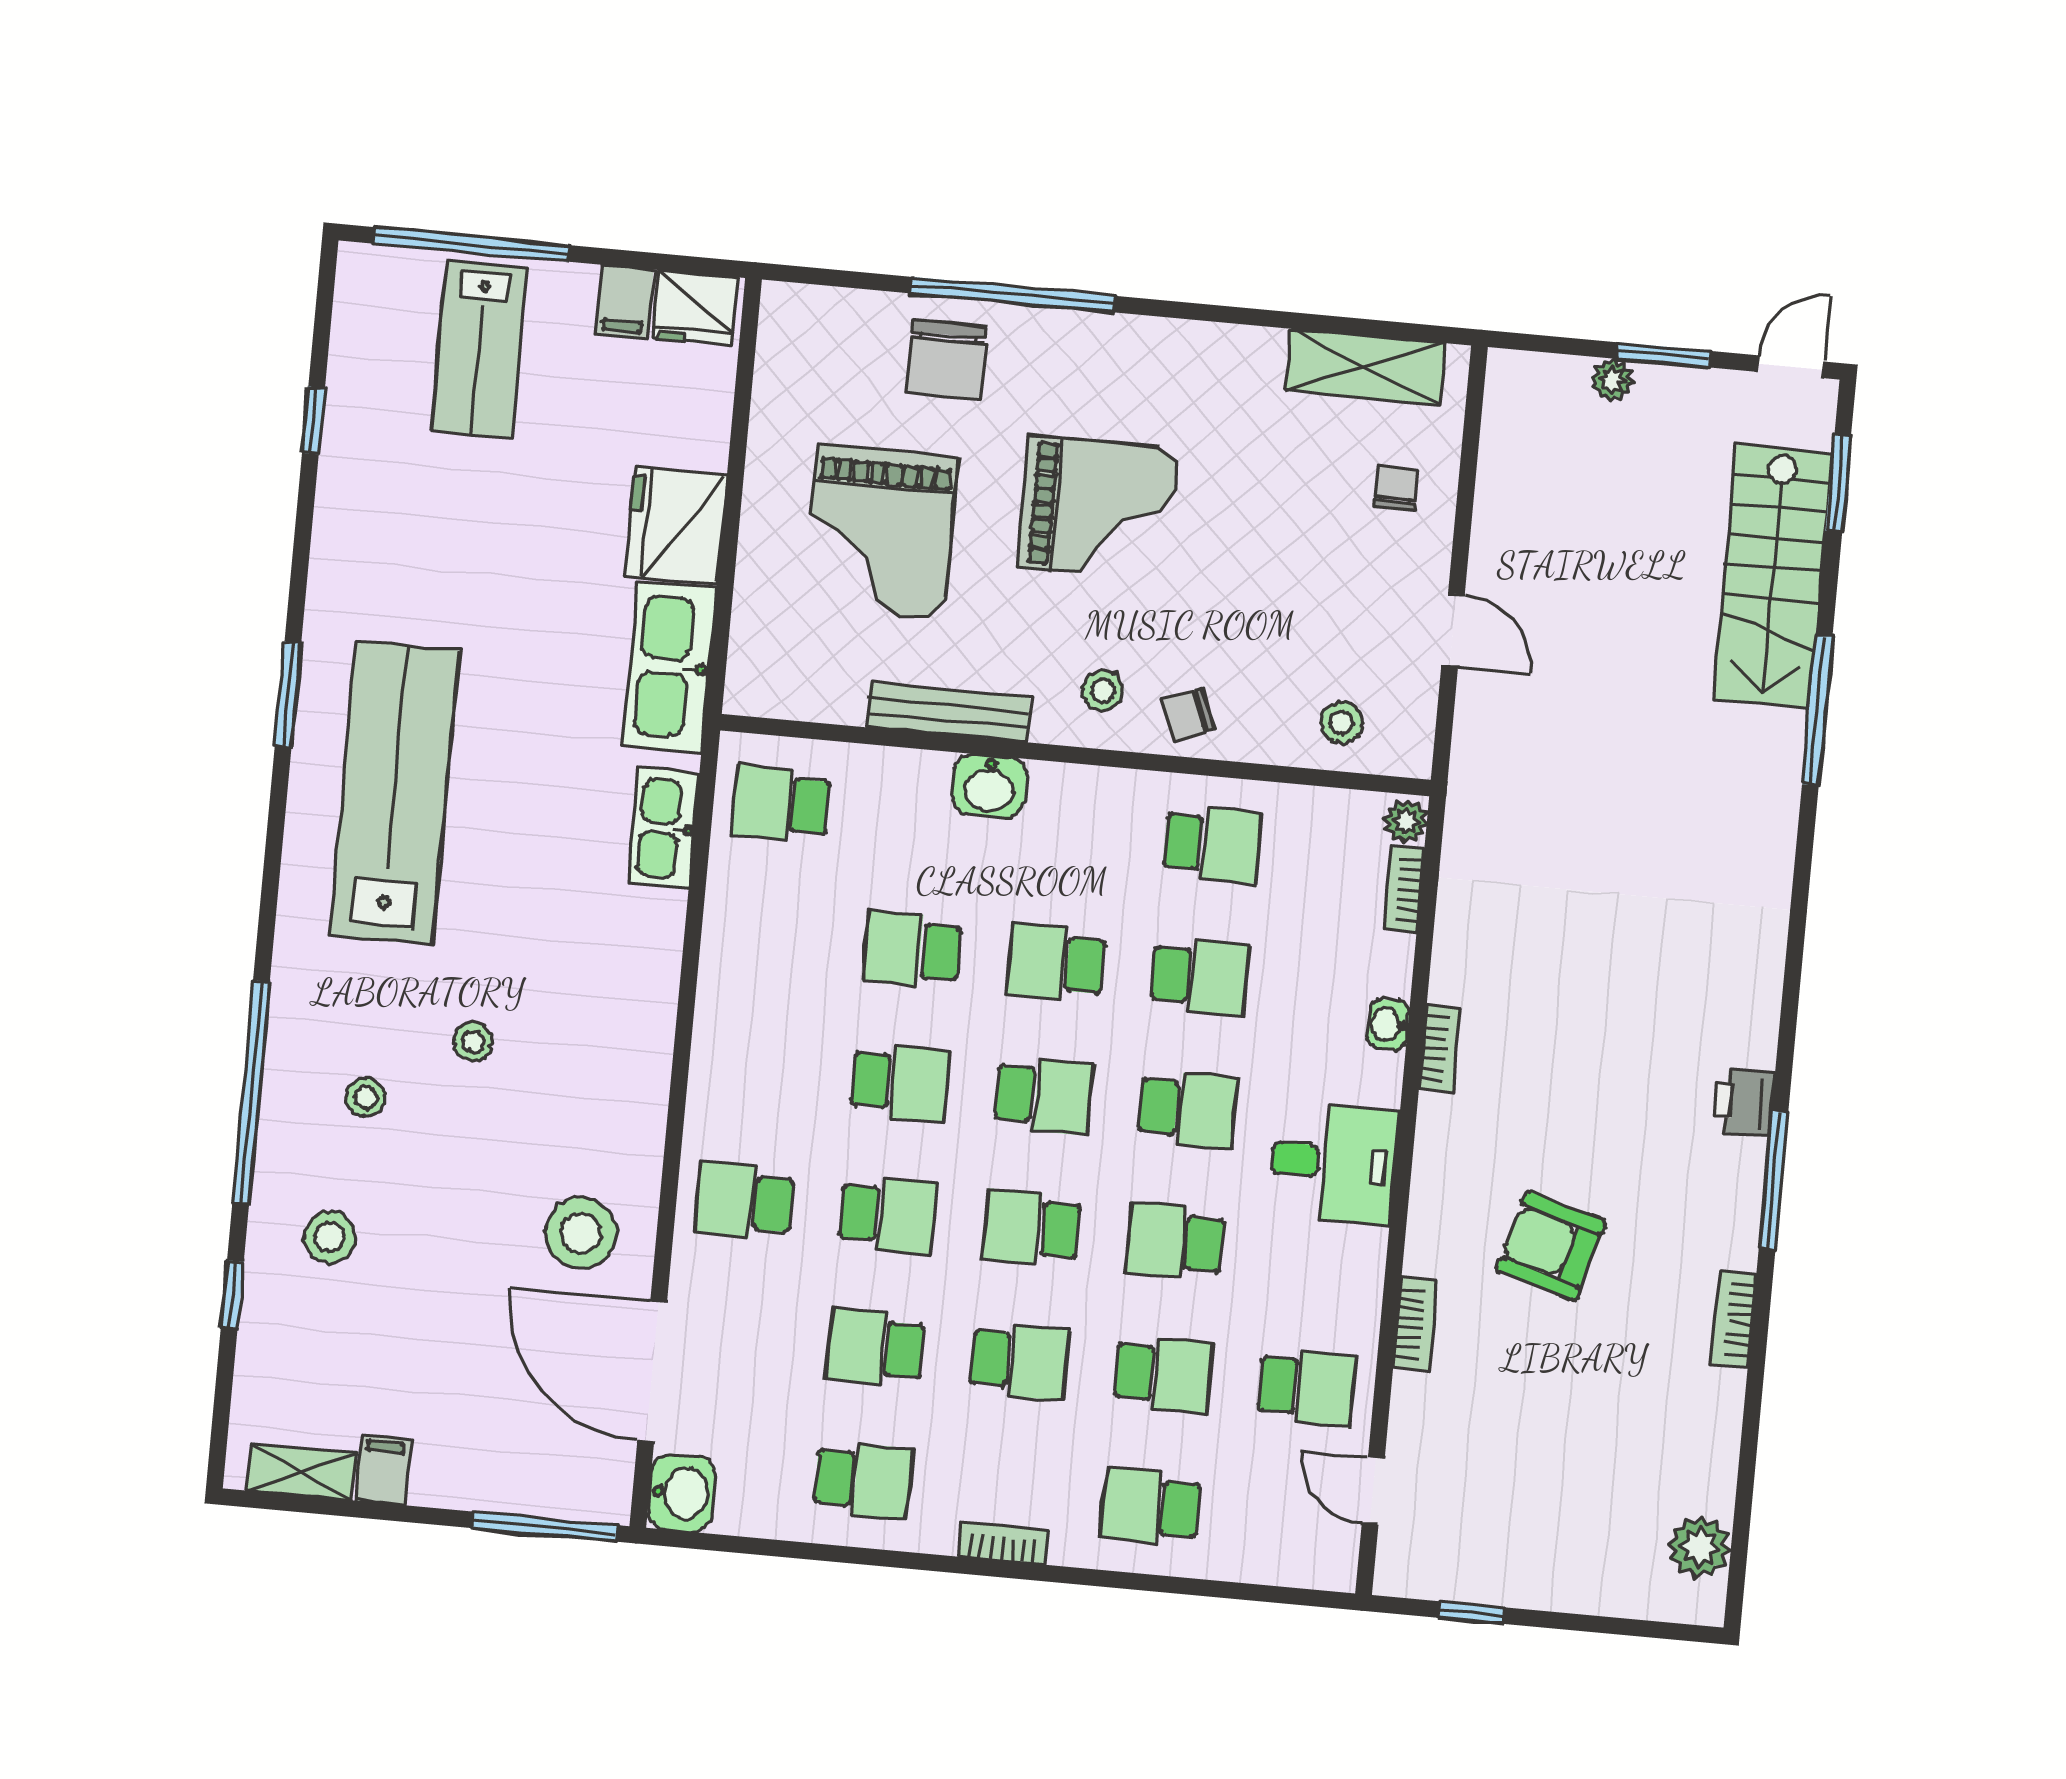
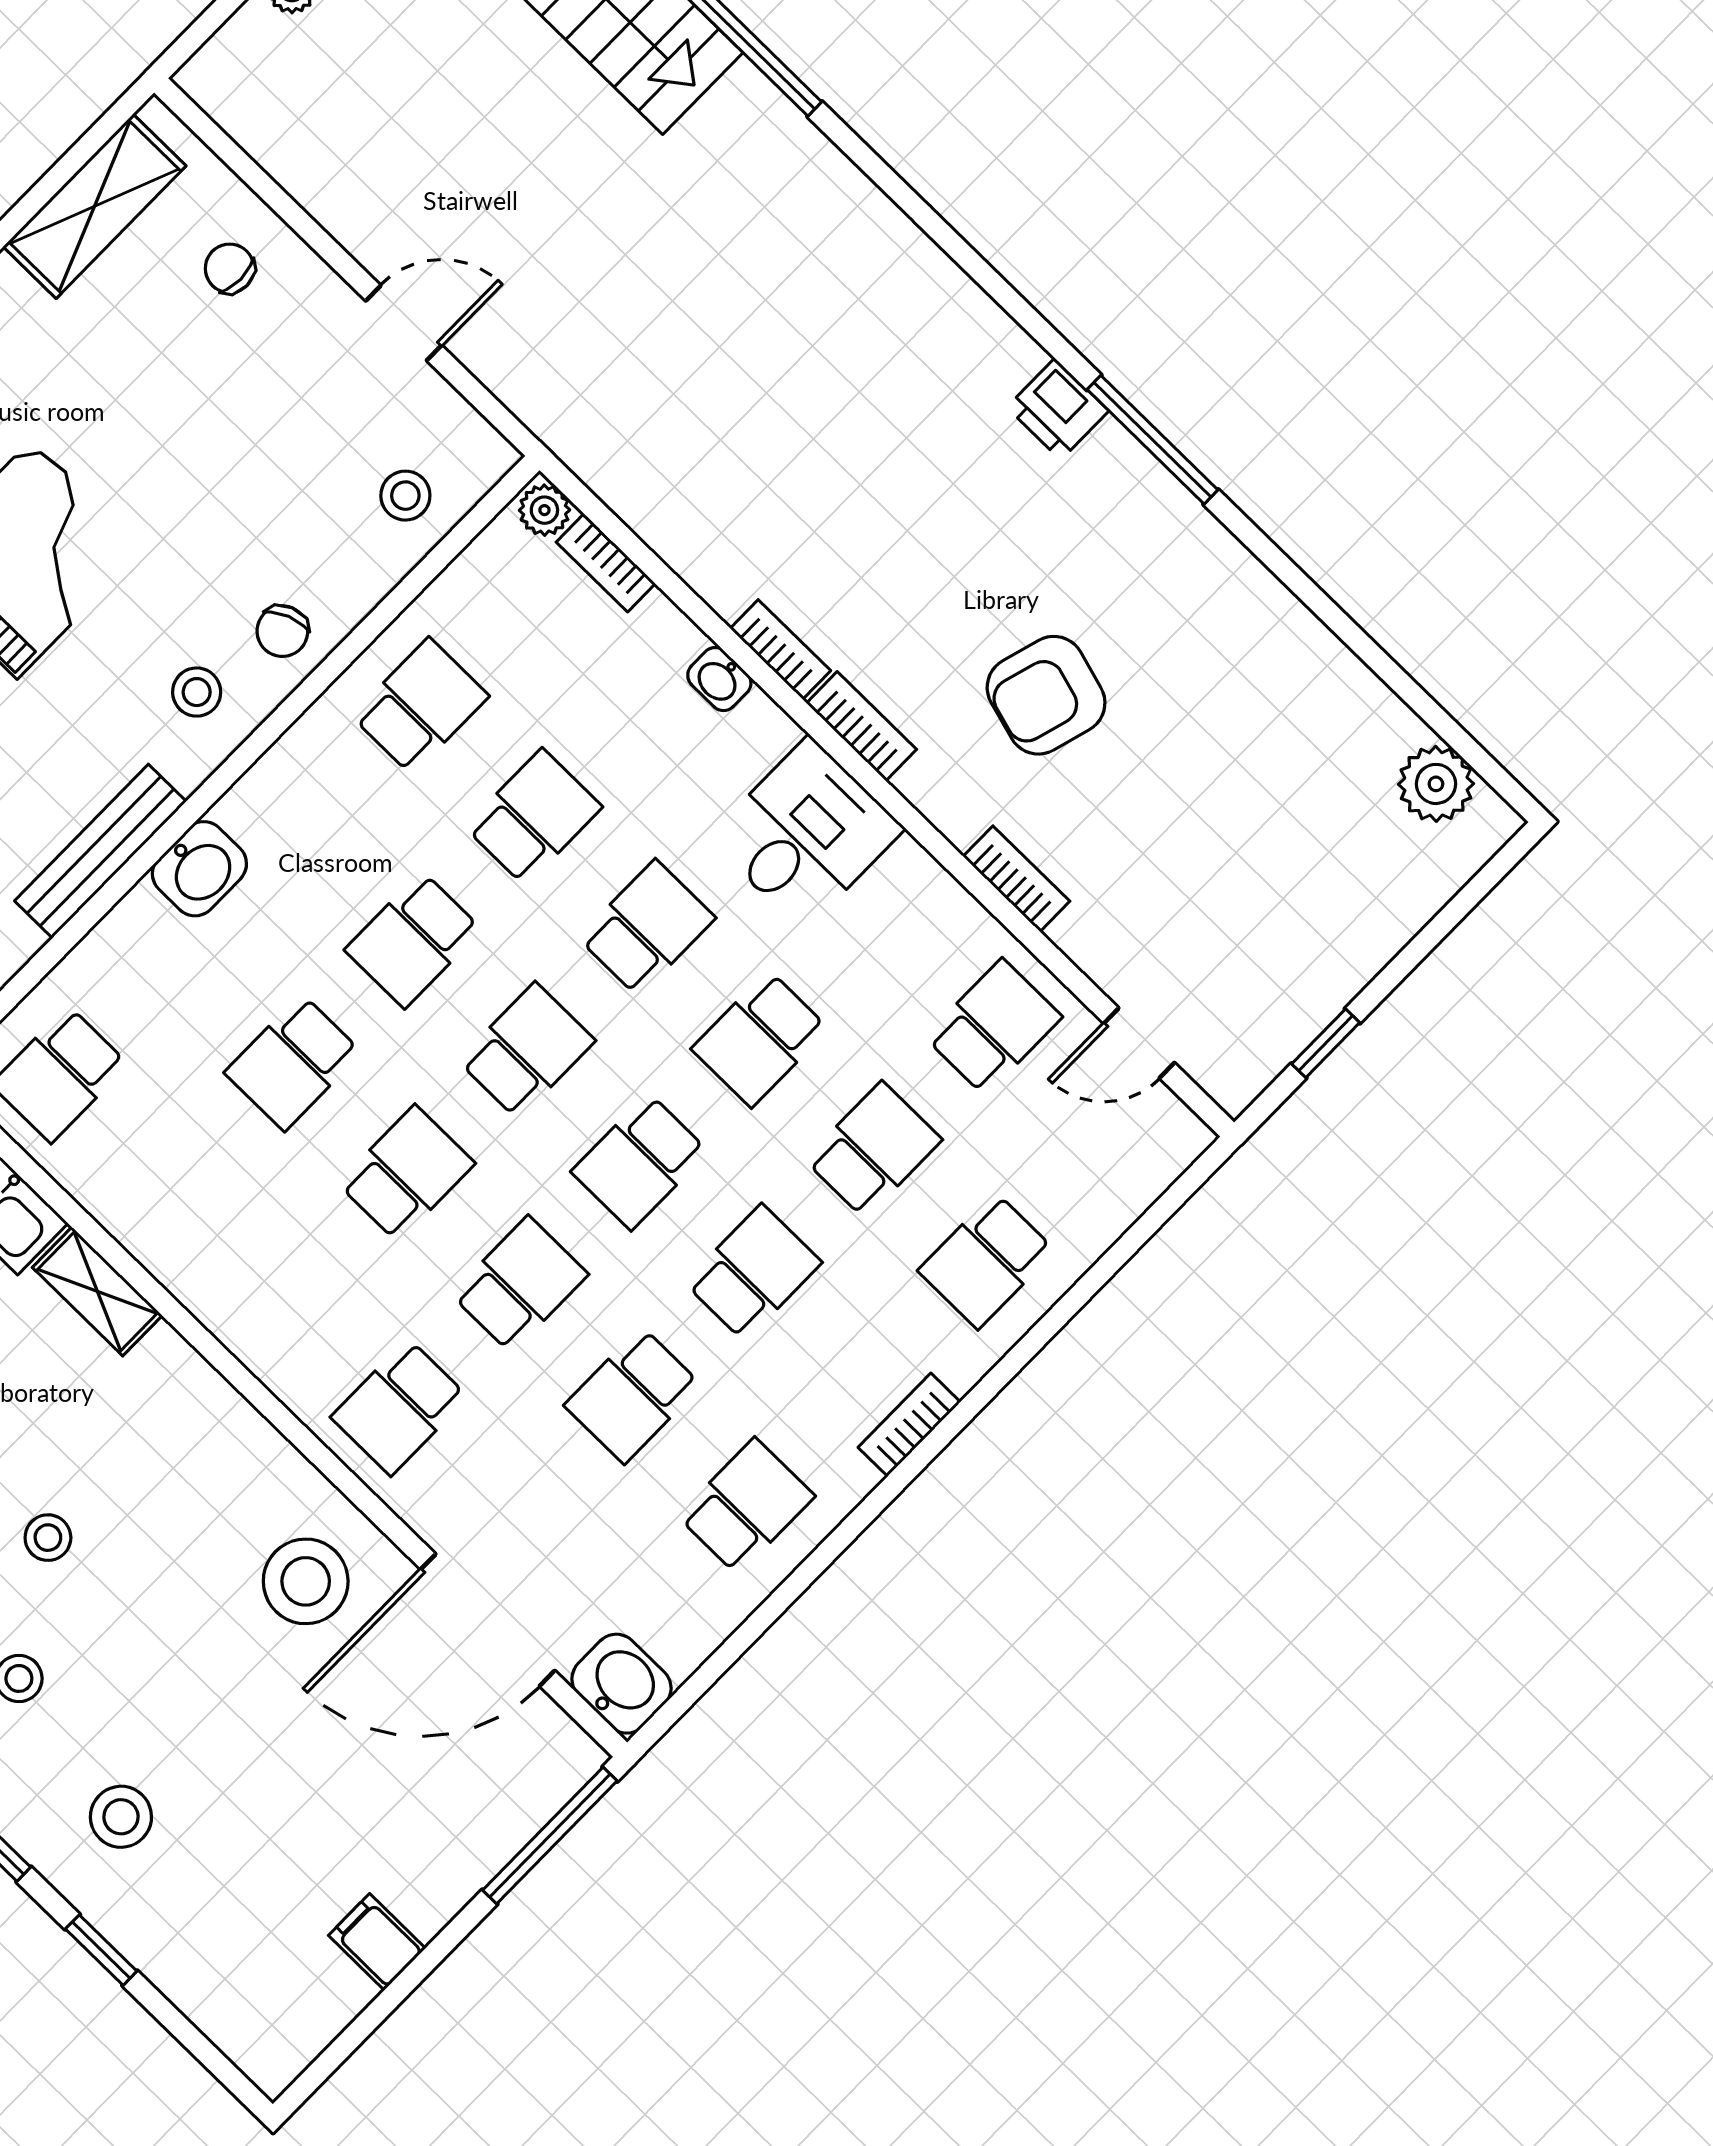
bookcase: (1734, 1319) -> (861, 726), moved, turned 180
shelving: (301, 1472) -> (97, 1291), moved, turned 90

